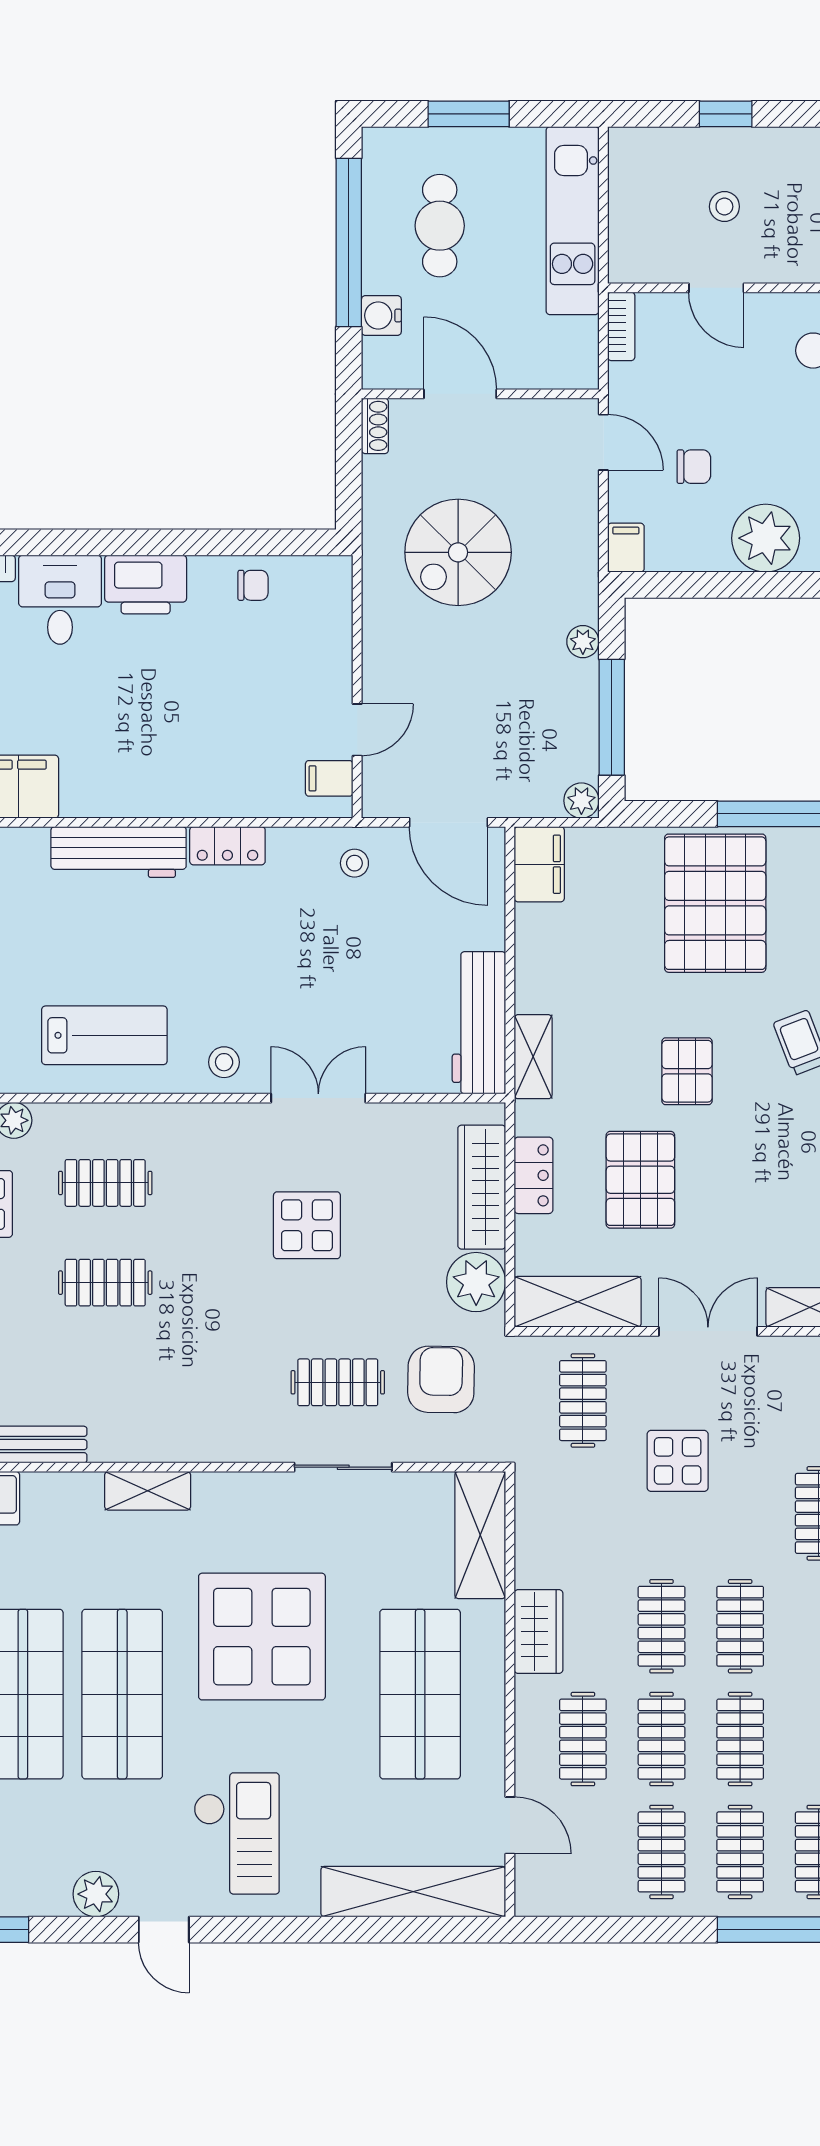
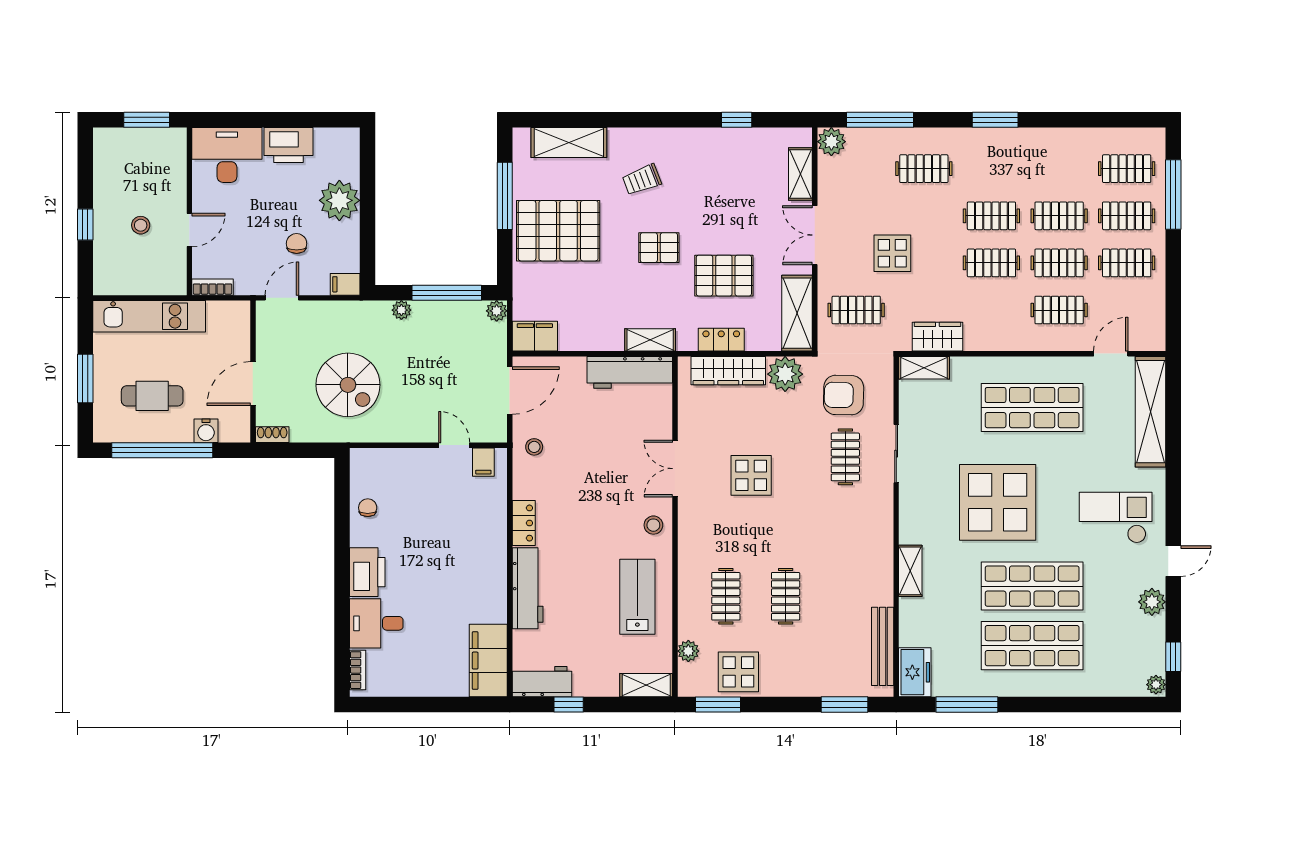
shelving: (480, 1535) -> (924, 368), width x0.67, depth x0.75
wardrobe: (538, 1632) -> (937, 337), moved

